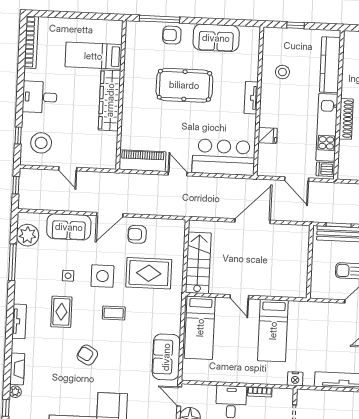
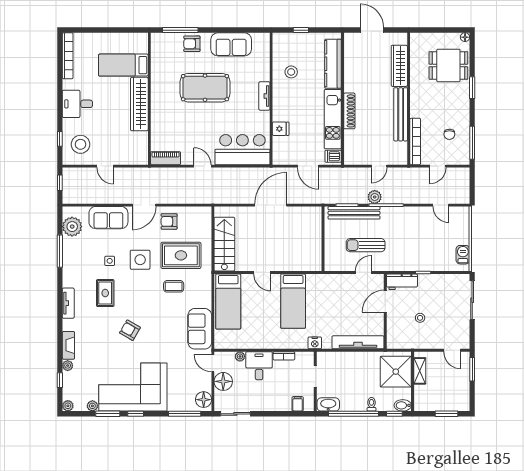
piano: (143, 161) -> (166, 158), width x0.73, depth x0.75
coffee table: (114, 313) -> (174, 286), moved
plant: (210, 390) -> (240, 356), added

